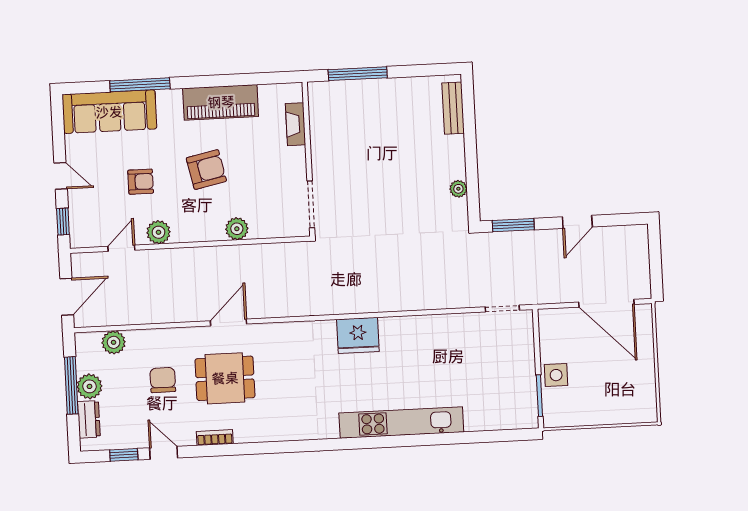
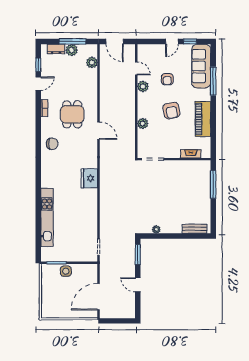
window: (63, 222) -> (190, 41), moved
door: (229, 322) -> (99, 131), moved
chair: (163, 380) -> (52, 144), moved
kitchen unit: (401, 423) -> (47, 217), moved

